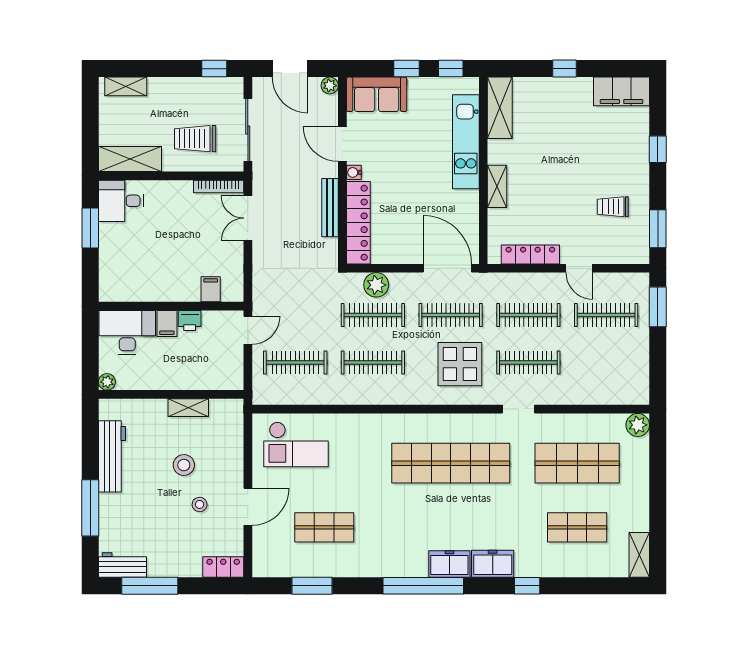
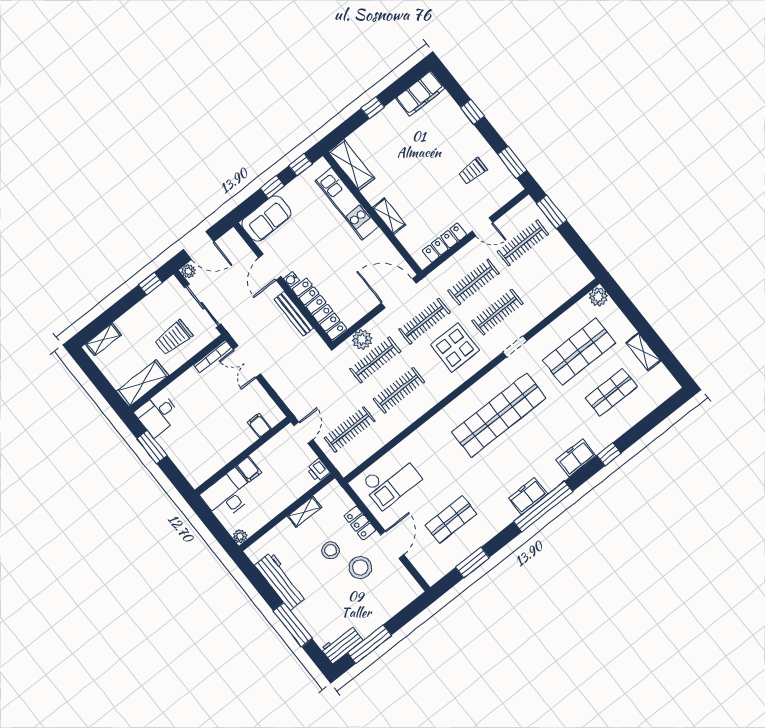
plant: (330, 86) -> (188, 271), moved
door: (342, 144) -> (270, 267), hinge flipped
printer: (190, 320) -> (318, 470), moved, turned 90
stool: (200, 504) -> (360, 567), width x1.89, depth x1.89
shelving: (639, 555) -> (643, 352), moved
freezer: (449, 564) -> (528, 496), moved
locker: (223, 567) -> (360, 523), moved, turned -90

